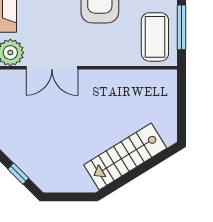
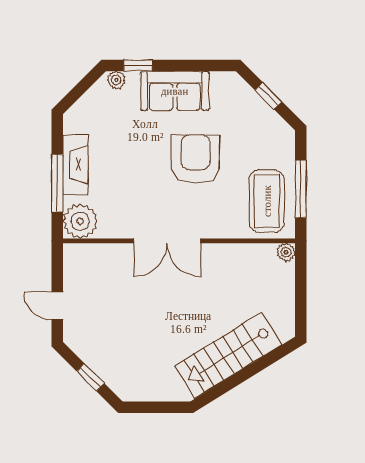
double door: (52, 68) -> (167, 241), moved
plant: (170, 77) -> (286, 252), added

